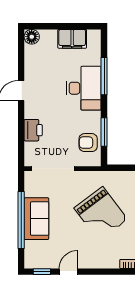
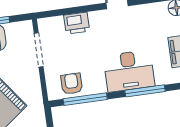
window: (104, 132) -> (85, 99), width x1.44
doorway: (53, 169) -> (39, 50), width x0.73

